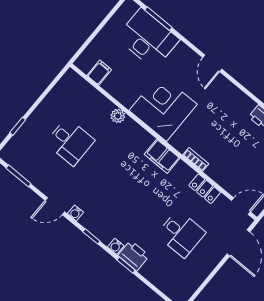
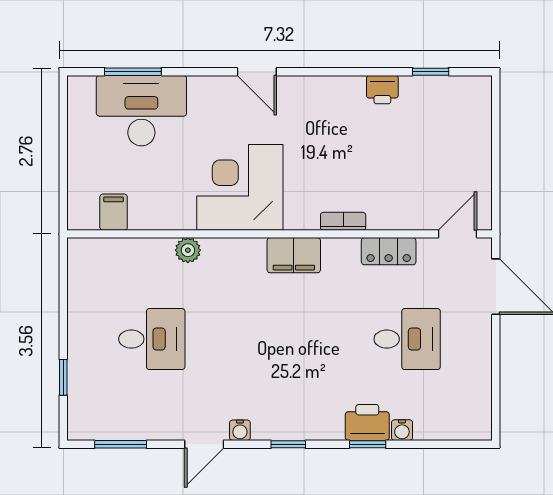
water cooler: (116, 246) -> (402, 430), moved

